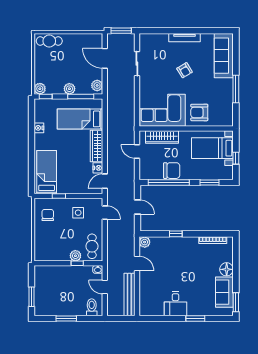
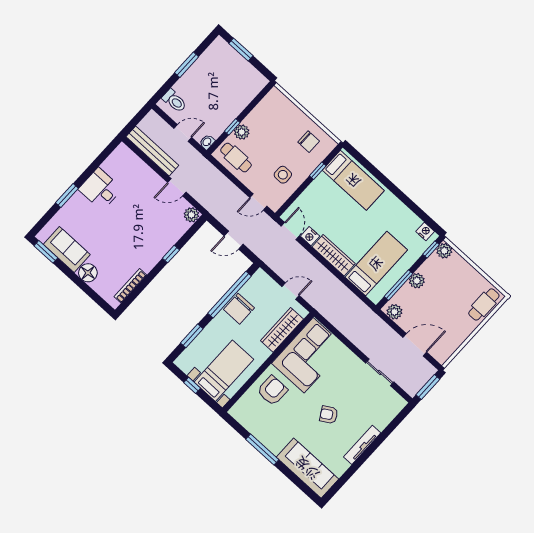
nightstand: (39, 128) -> (425, 231), moved

